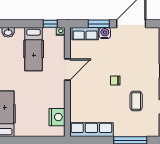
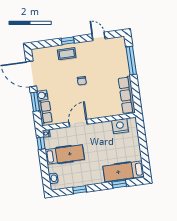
door: (67, 70) -> (78, 123), hinge flipped
coffee table: (136, 101) -> (67, 54), moved

